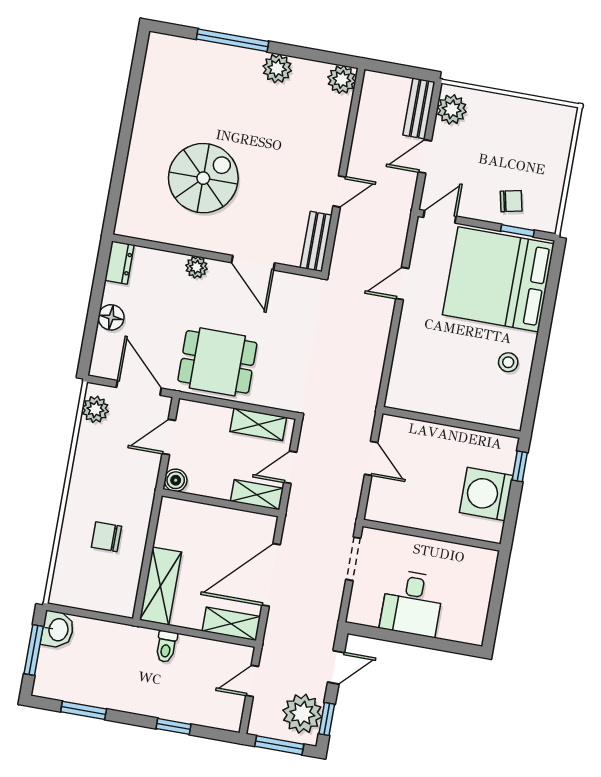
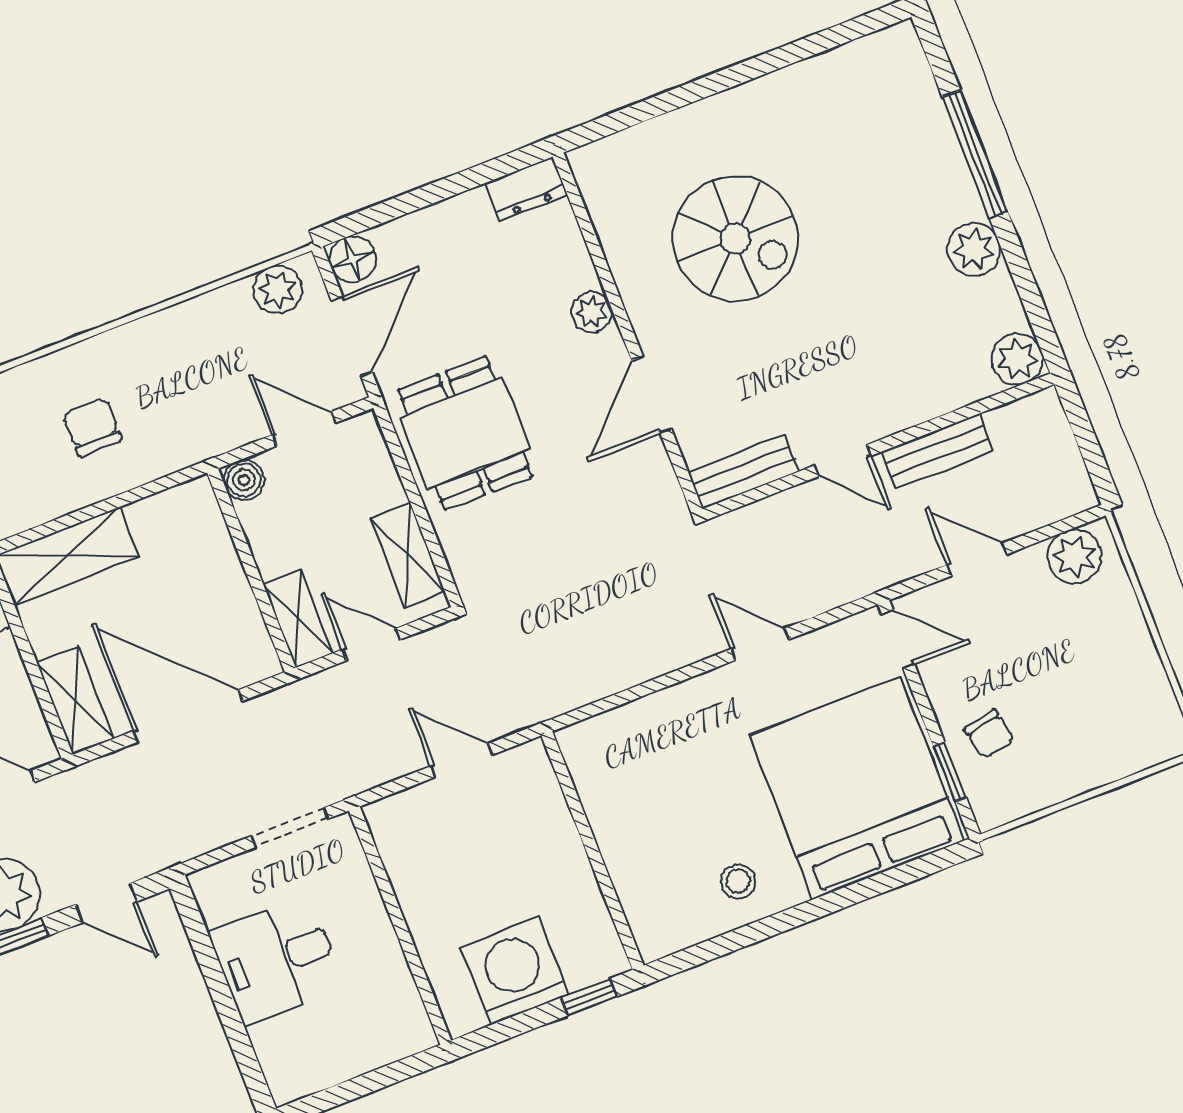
bench: (419, 108) -> (937, 451), moved
floor lamp: (111, 317) -> (352, 259), moved
door: (371, 458) -> (461, 760), swing flipped

